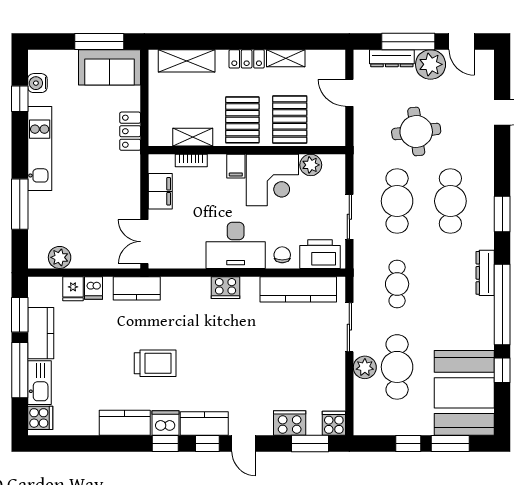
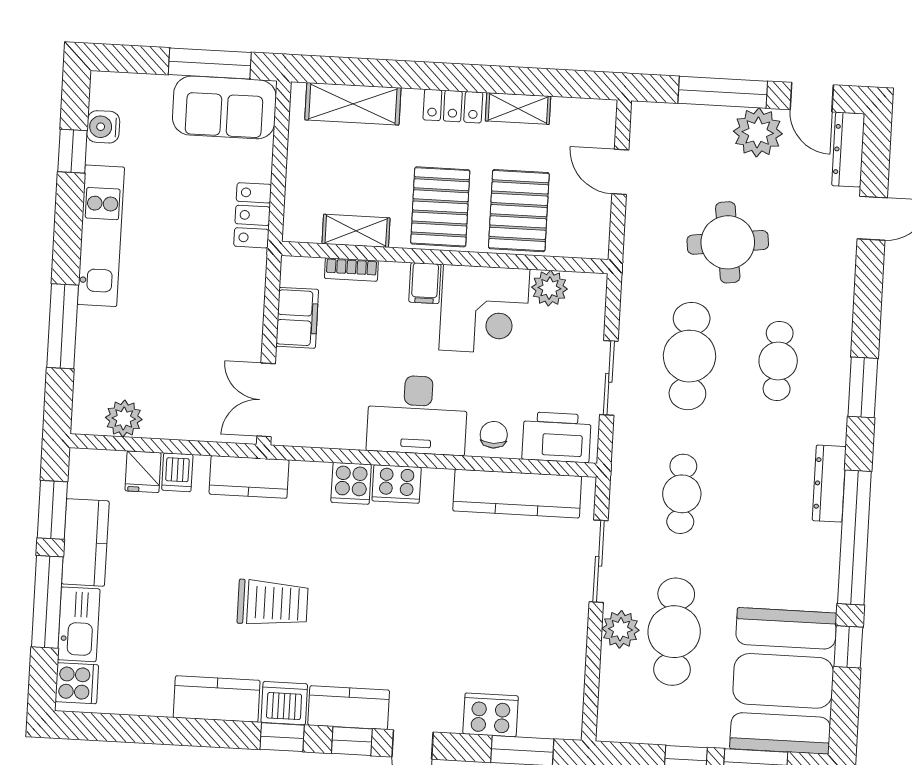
dresser: (392, 58) -> (848, 150), moved, turned 90
cafe table: (450, 201) -> (778, 361), width x0.73, depth x0.74
cooker: (334, 423) -> (351, 483), moved, turned 180

